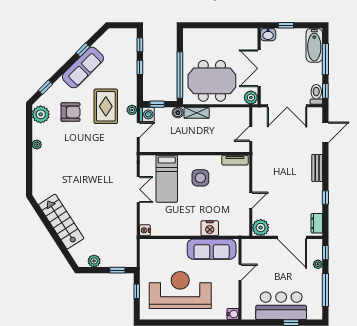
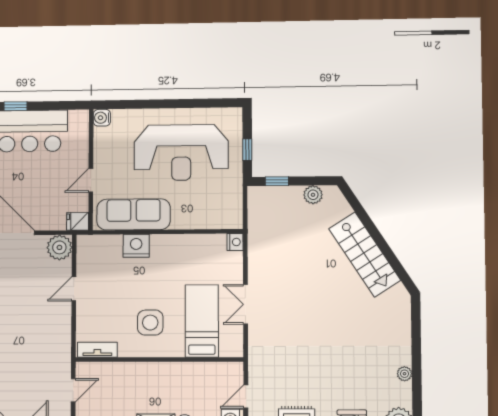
fridge: (249, 245) -> (78, 221), added

